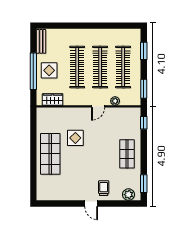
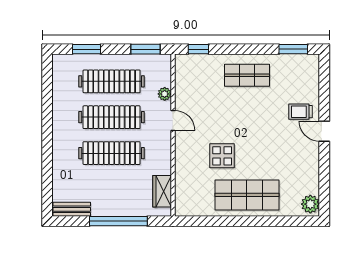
display table: (49, 70) -> (117, 197), removed
plant: (128, 195) -> (310, 204), moved
door: (91, 203) -> (324, 131), swing flipped

